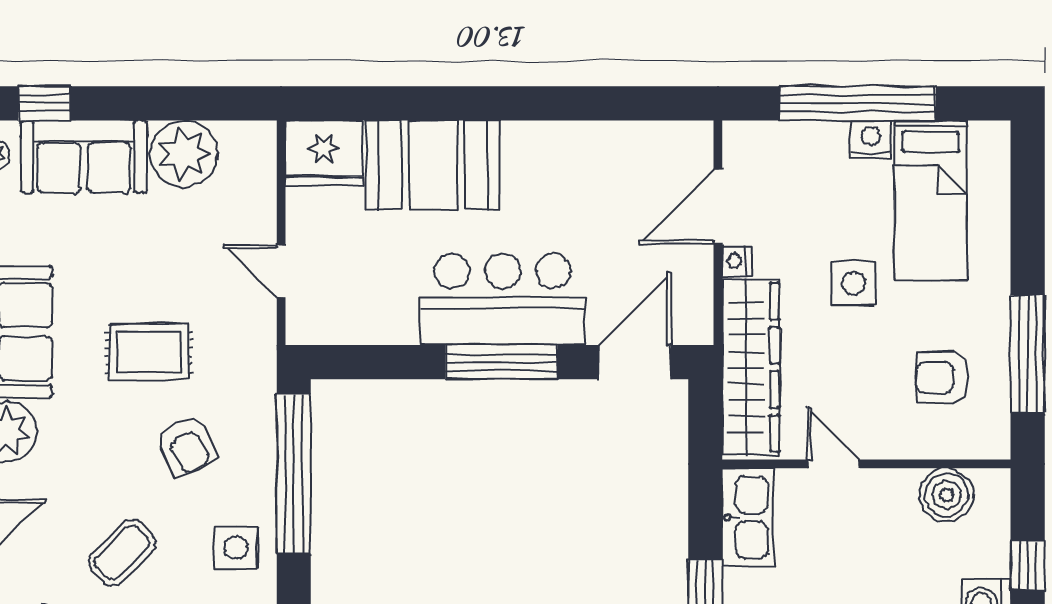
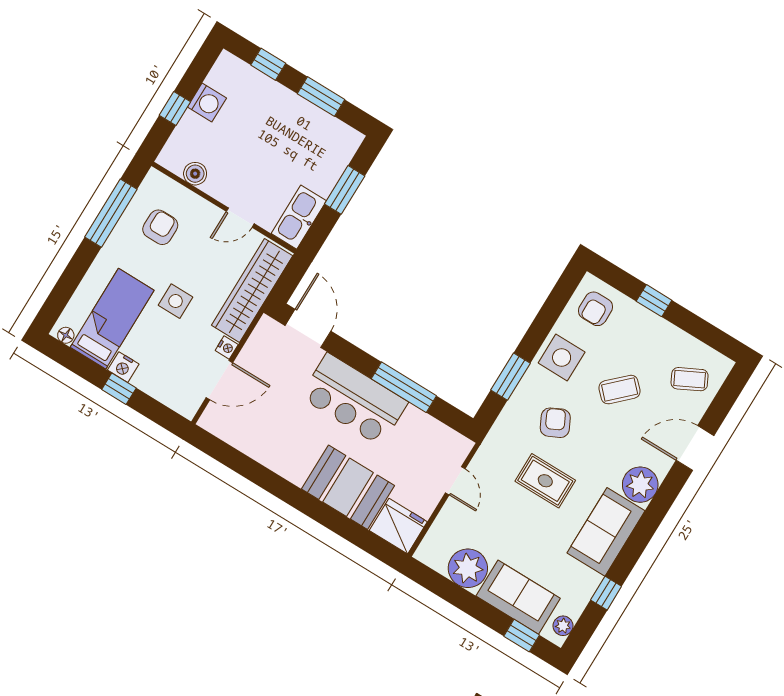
window: (858, 103) -> (119, 389), width x0.32
floor lamp: (984, 134) -> (66, 335), added
window: (501, 362) -> (404, 387), moved
door: (635, 362) -> (308, 328), swing flipped
armchair: (942, 378) -> (160, 227), turned -90
door: (834, 464) -> (240, 218), hinge flipped
window: (294, 474) -> (511, 377), width x0.47
boiler: (947, 495) -> (195, 174), width x0.73, depth x0.73
side table: (236, 548) -> (562, 357), width x1.37, depth x1.37

